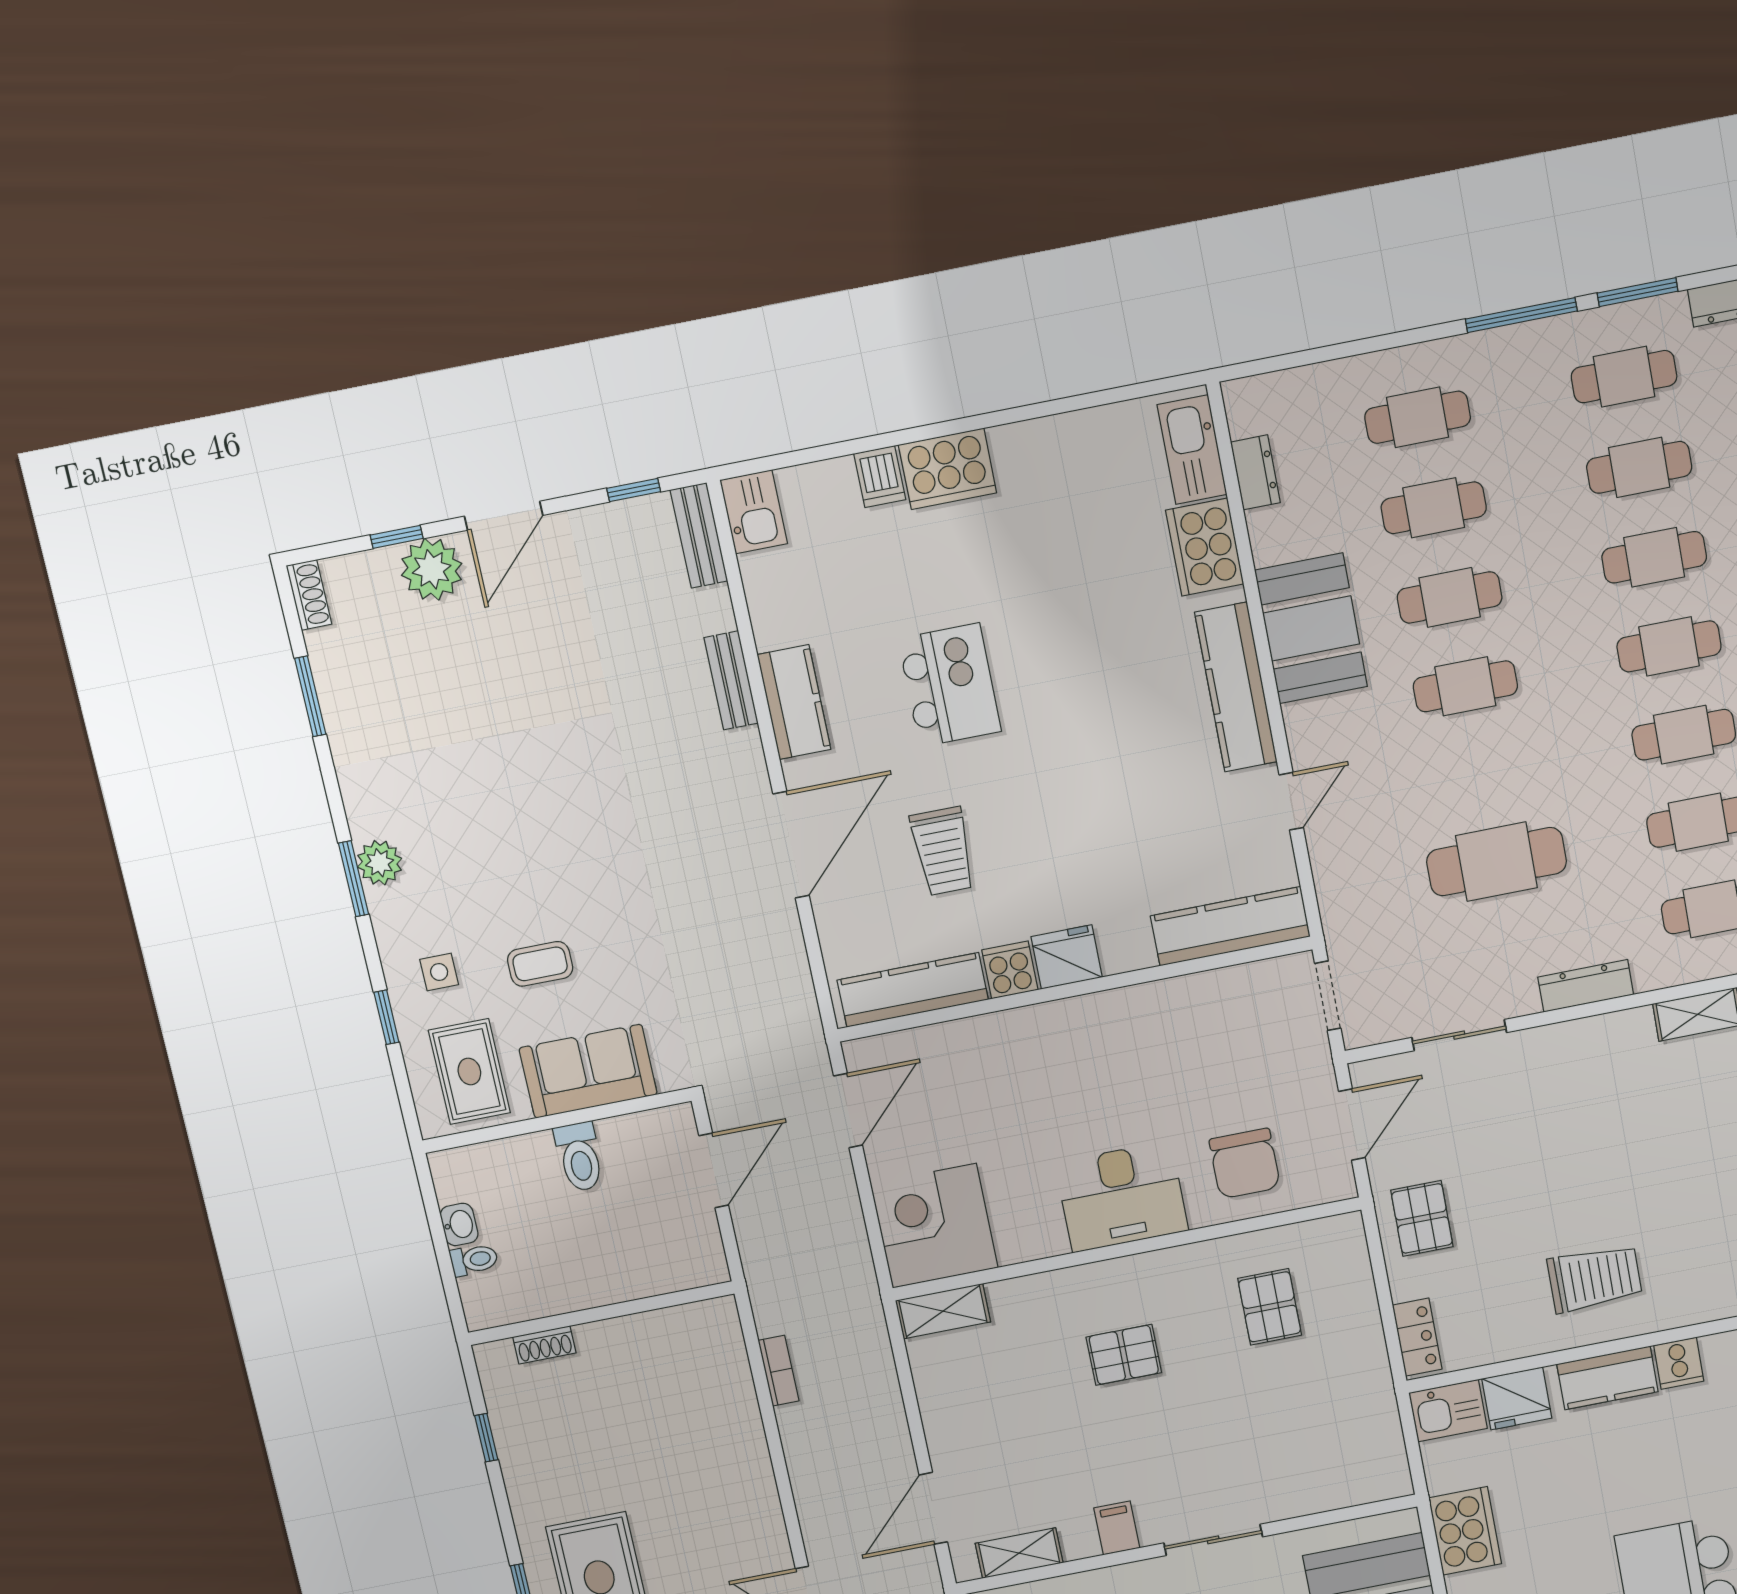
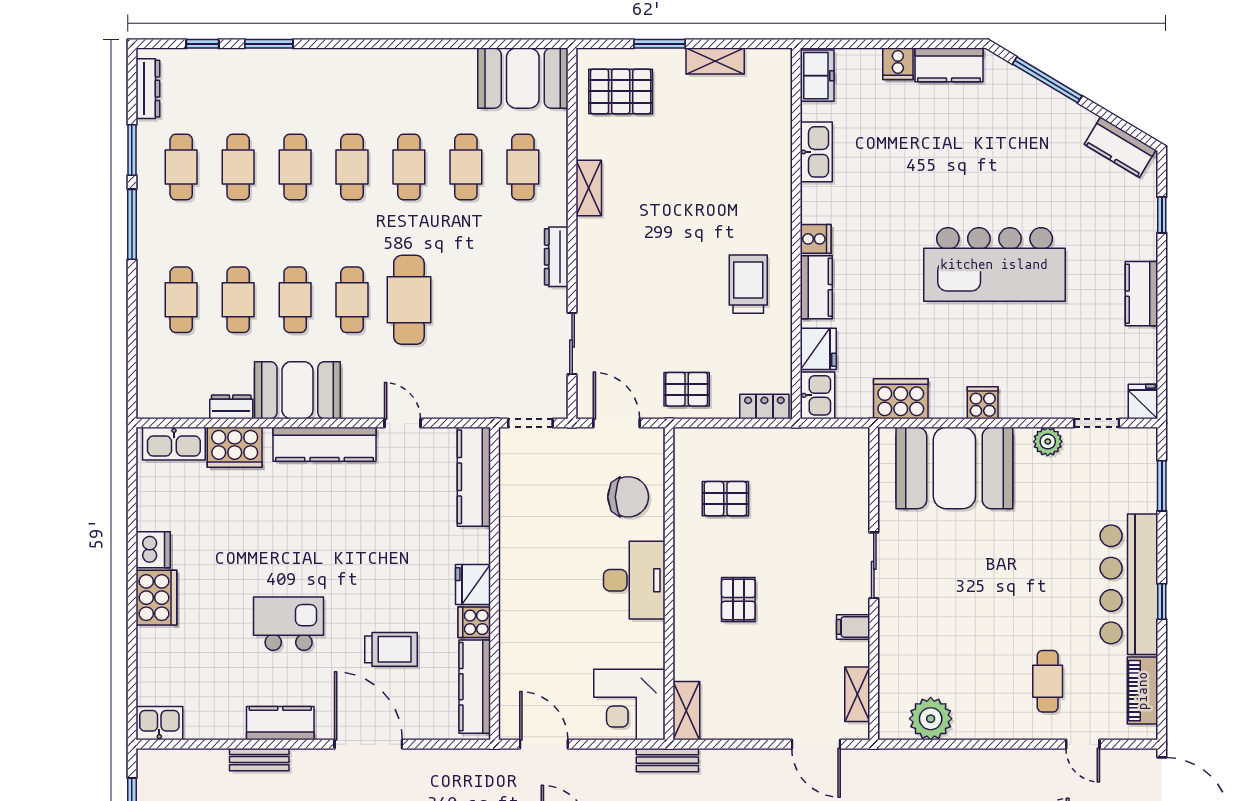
dresser: (1255, 472) -> (231, 407), moved
dishwasher: (880, 477) -> (153, 550), moved, width x1.38
bench: (699, 535) -> (667, 760), moved
cafe table: (1497, 862) -> (409, 300), moved

